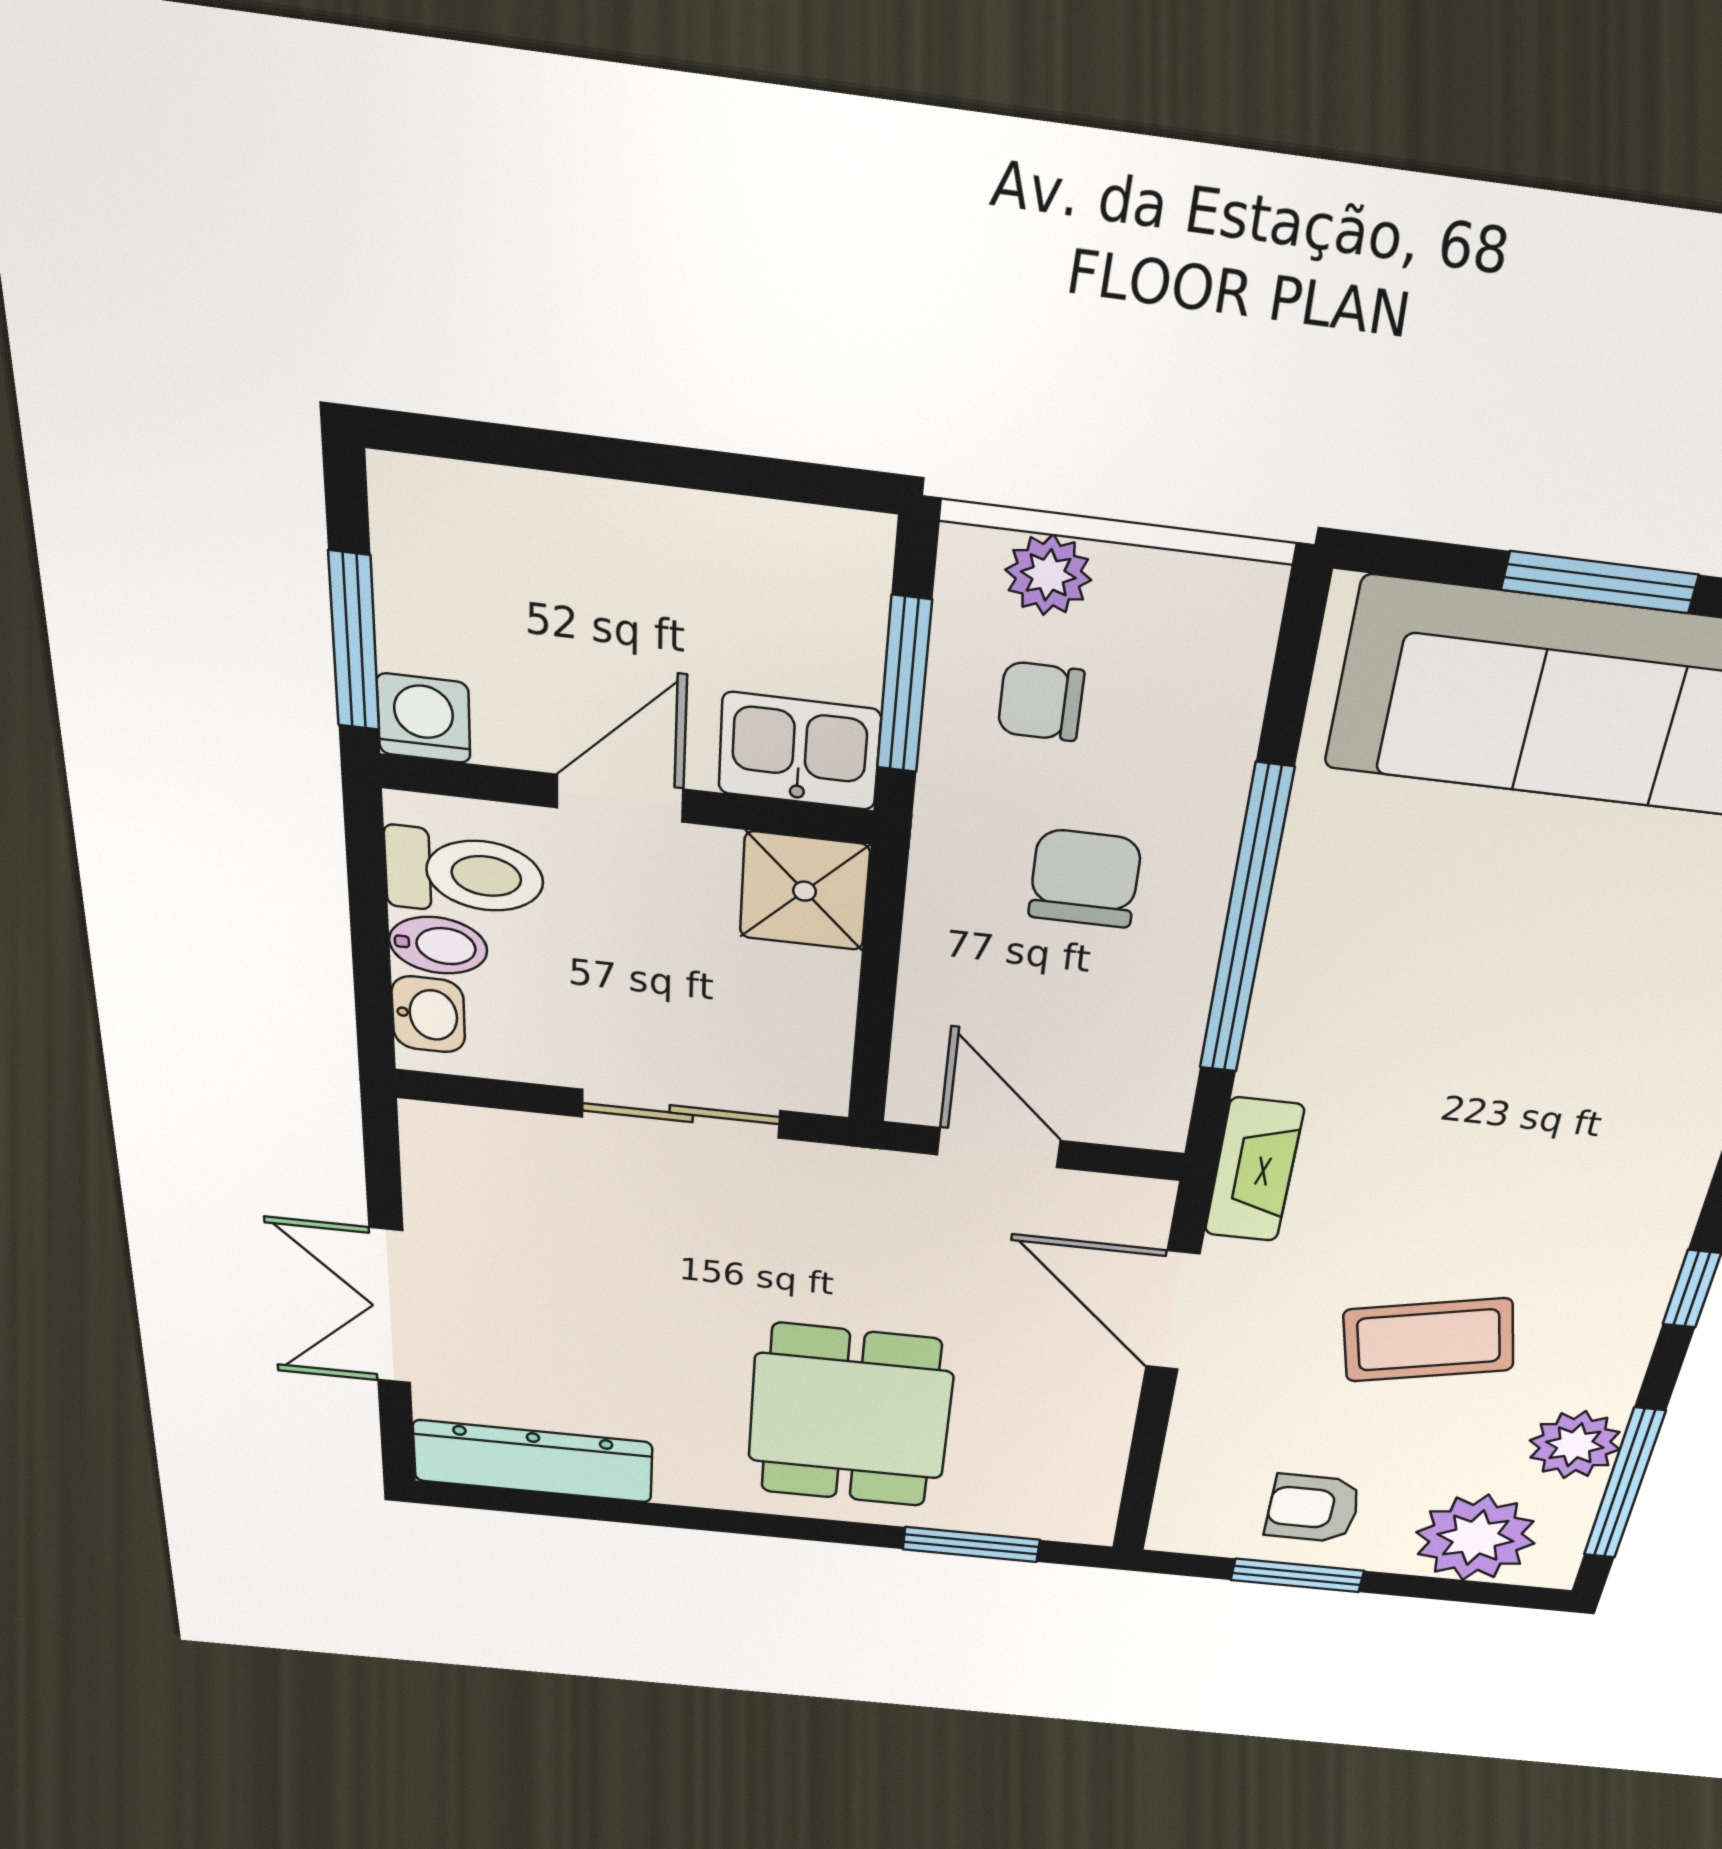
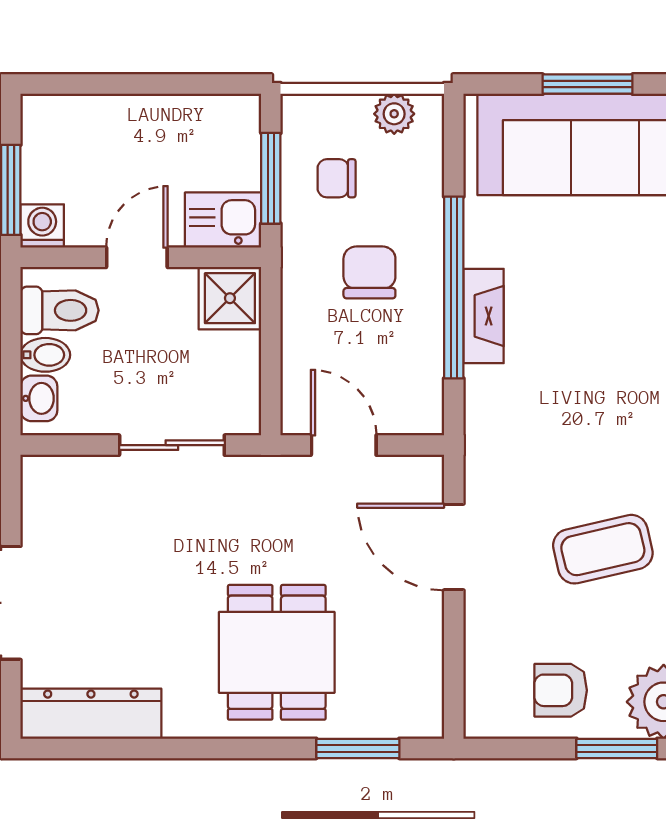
plant: (1048, 575) -> (394, 114), moved
fireplace: (1254, 1170) -> (484, 316), moved
window: (1297, 1575) -> (617, 748), moved

